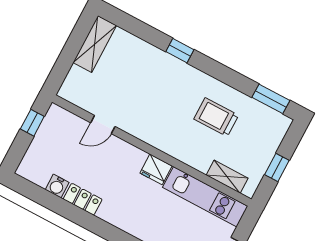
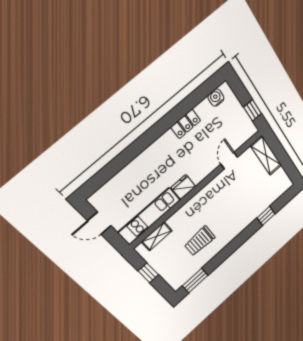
shelving: (95, 44) -> (266, 156), moved
window: (180, 51) -> (266, 216), moved
trolley: (216, 117) -> (200, 241), turned 180
water cooler: (57, 186) -> (216, 98), moved

